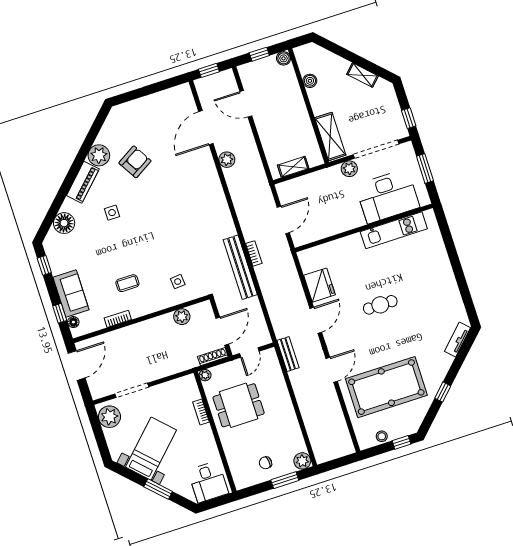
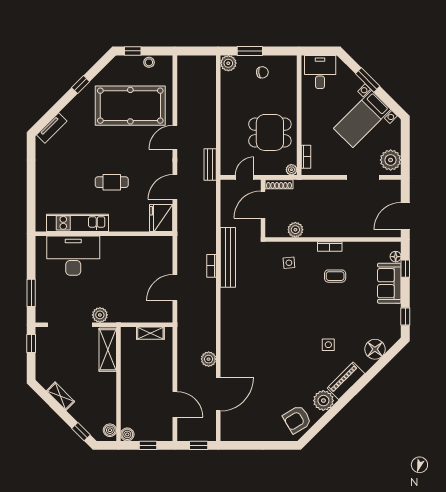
window: (331, 46) -> (81, 432), added
boiler: (310, 81) -> (110, 430), moved
armchair: (135, 162) -> (297, 419), moved
desk: (387, 196) -> (73, 256), moved
wall: (364, 228) -> (104, 234), moved
kitchen unit: (394, 230) -> (77, 223), moved
bookcase: (118, 319) -> (330, 247), moved
bookcase: (201, 412) -> (306, 157), moved

